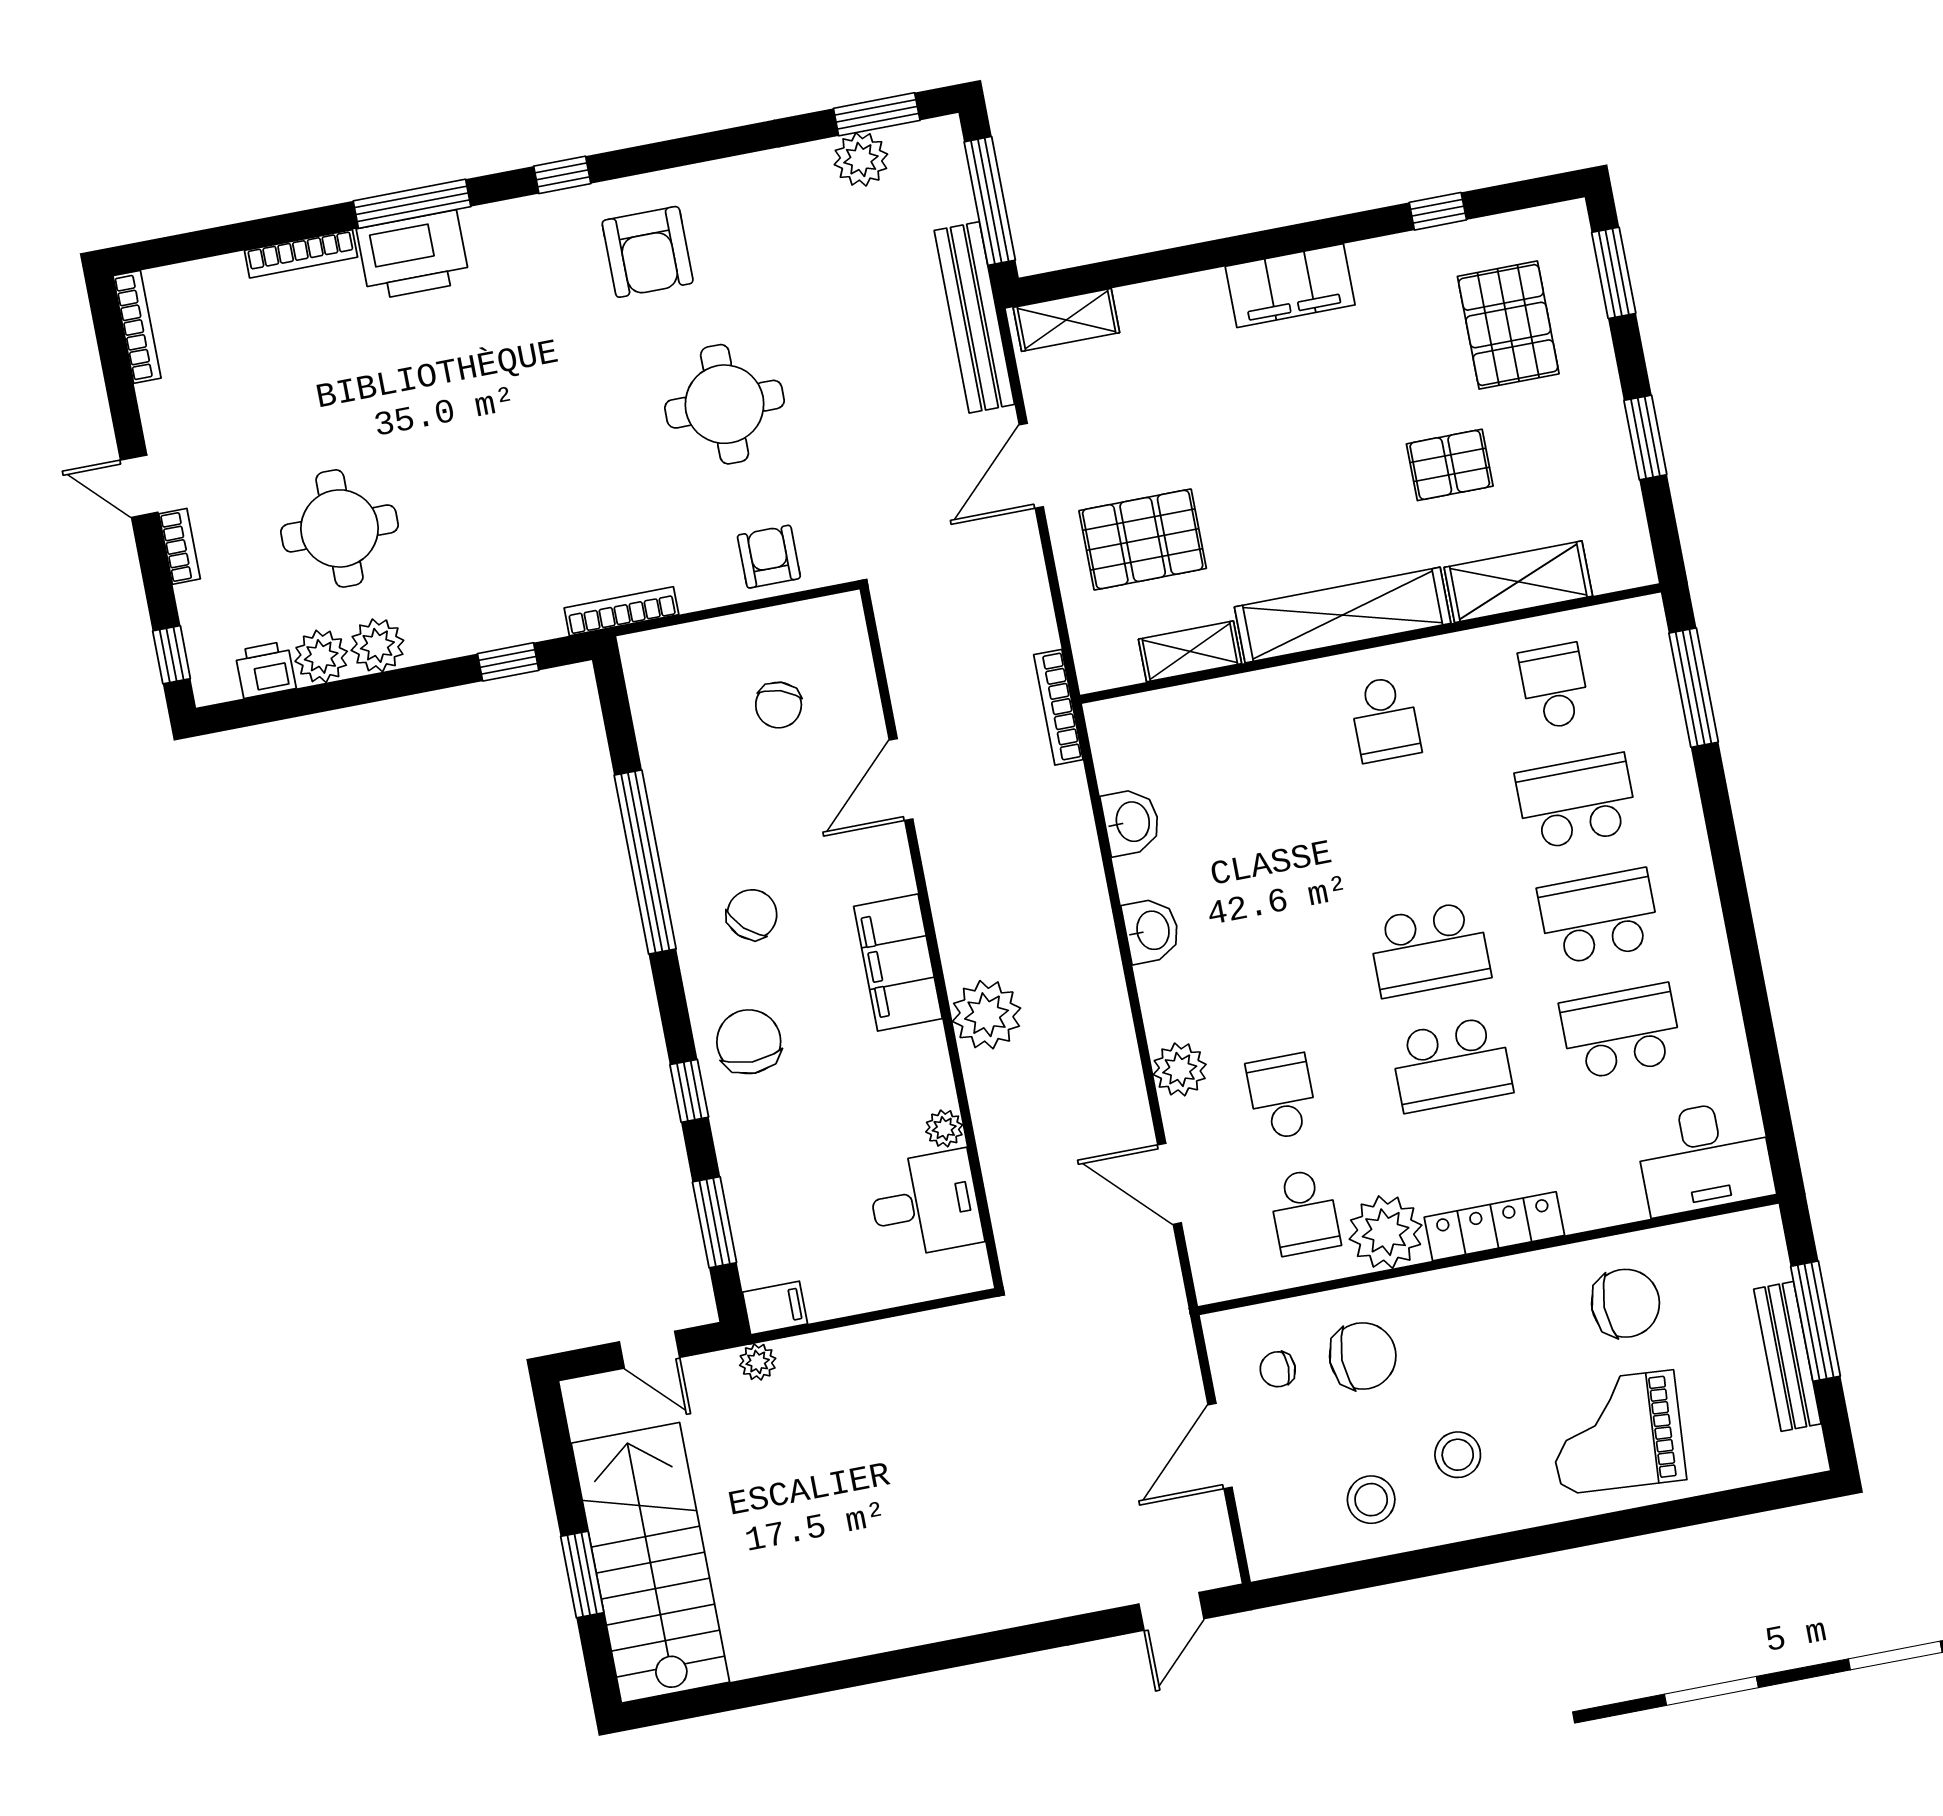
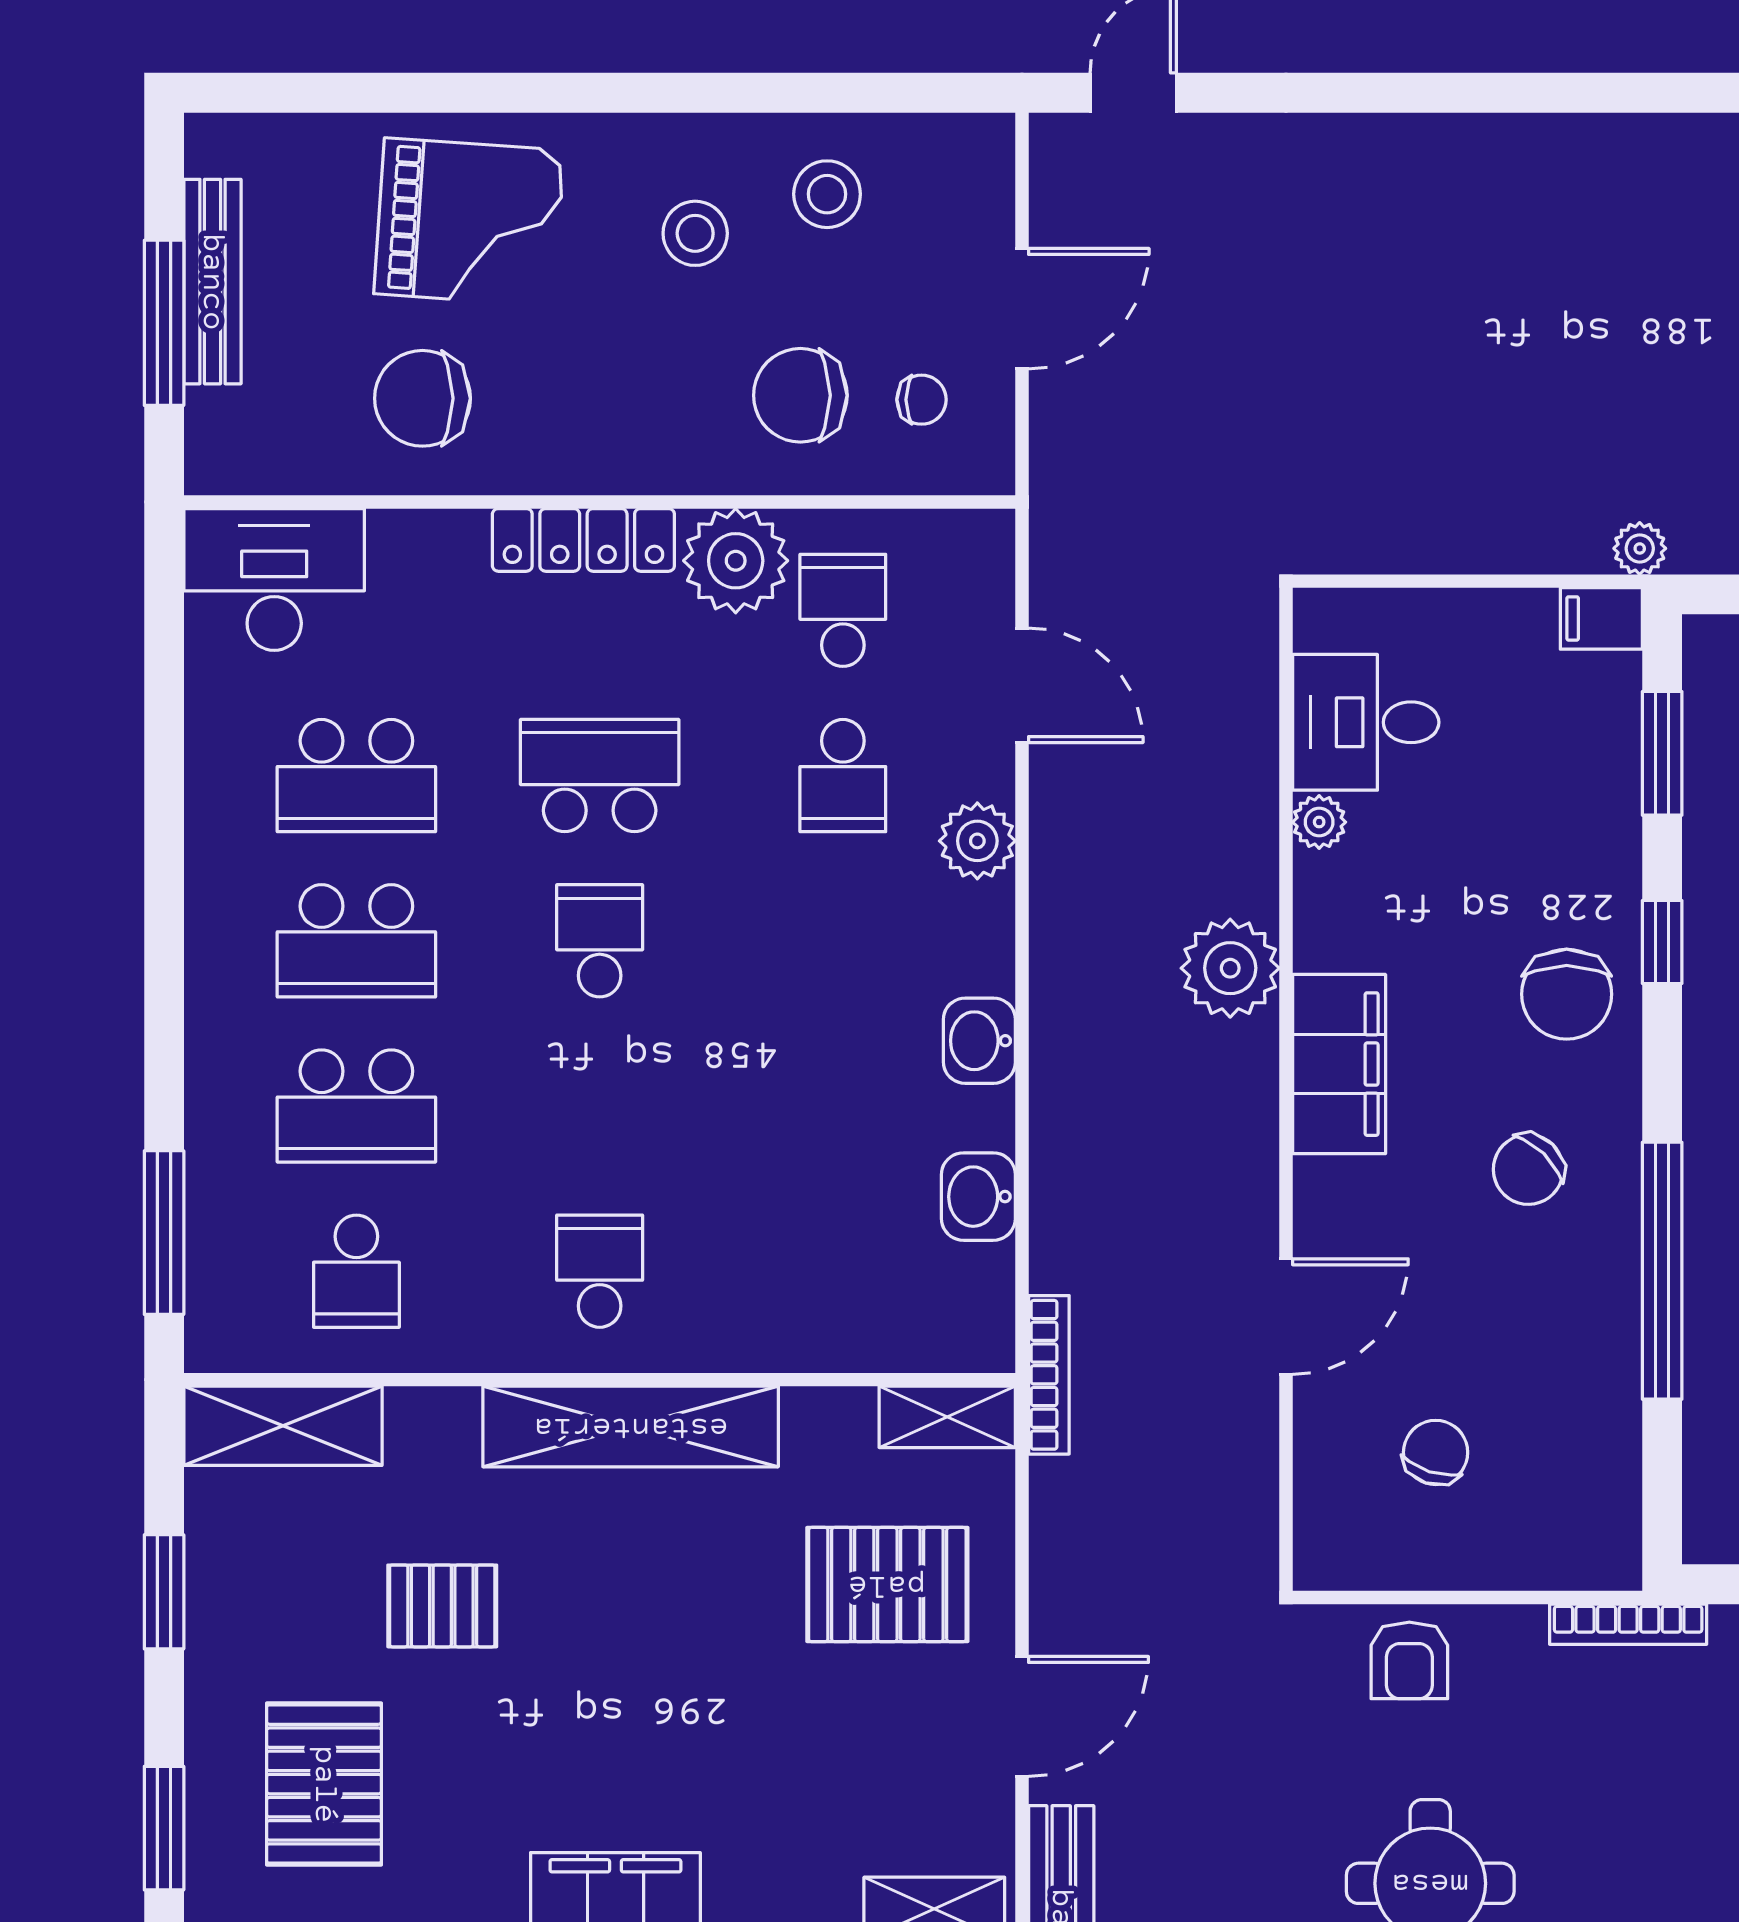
shelving: (1518, 582) -> (283, 1426), moved
shelving: (1190, 651) -> (947, 1417), moved
school desk: (1429, 949) -> (600, 941), width x0.54

